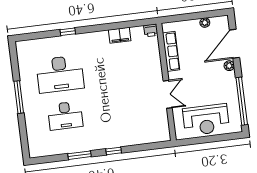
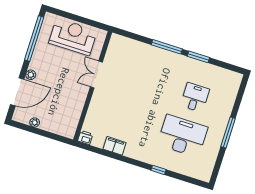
row of seats: (171, 51) -> (76, 111), removed
desk: (65, 116) -> (195, 97), width x0.73
window: (114, 151) -> (167, 47), width x2.17

